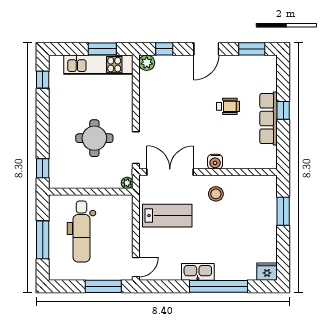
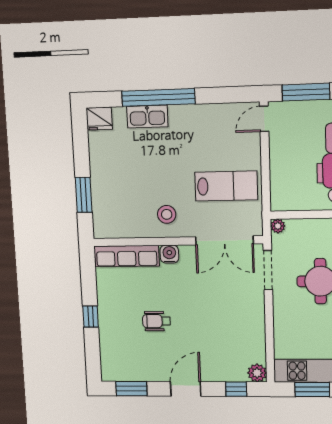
row of seats: (269, 119) -> (127, 256), moved, turned 90
lab bench: (167, 216) -> (226, 186), turned 180
kitchen sink: (198, 272) -> (147, 117), moved

